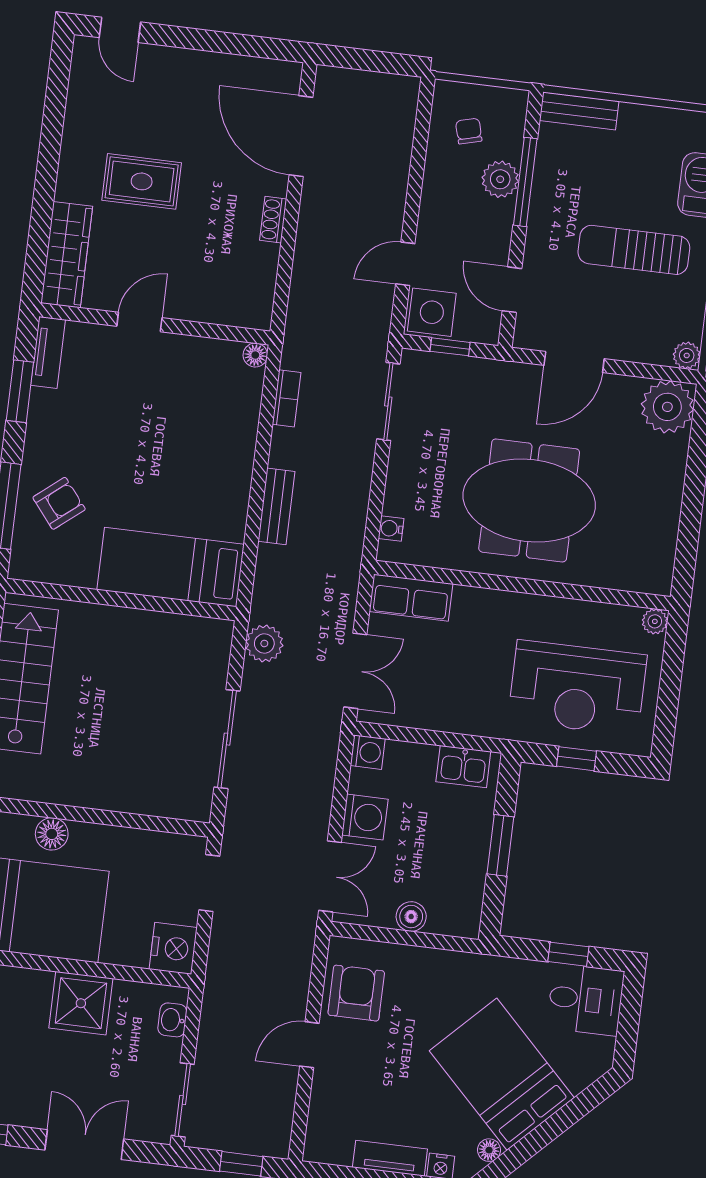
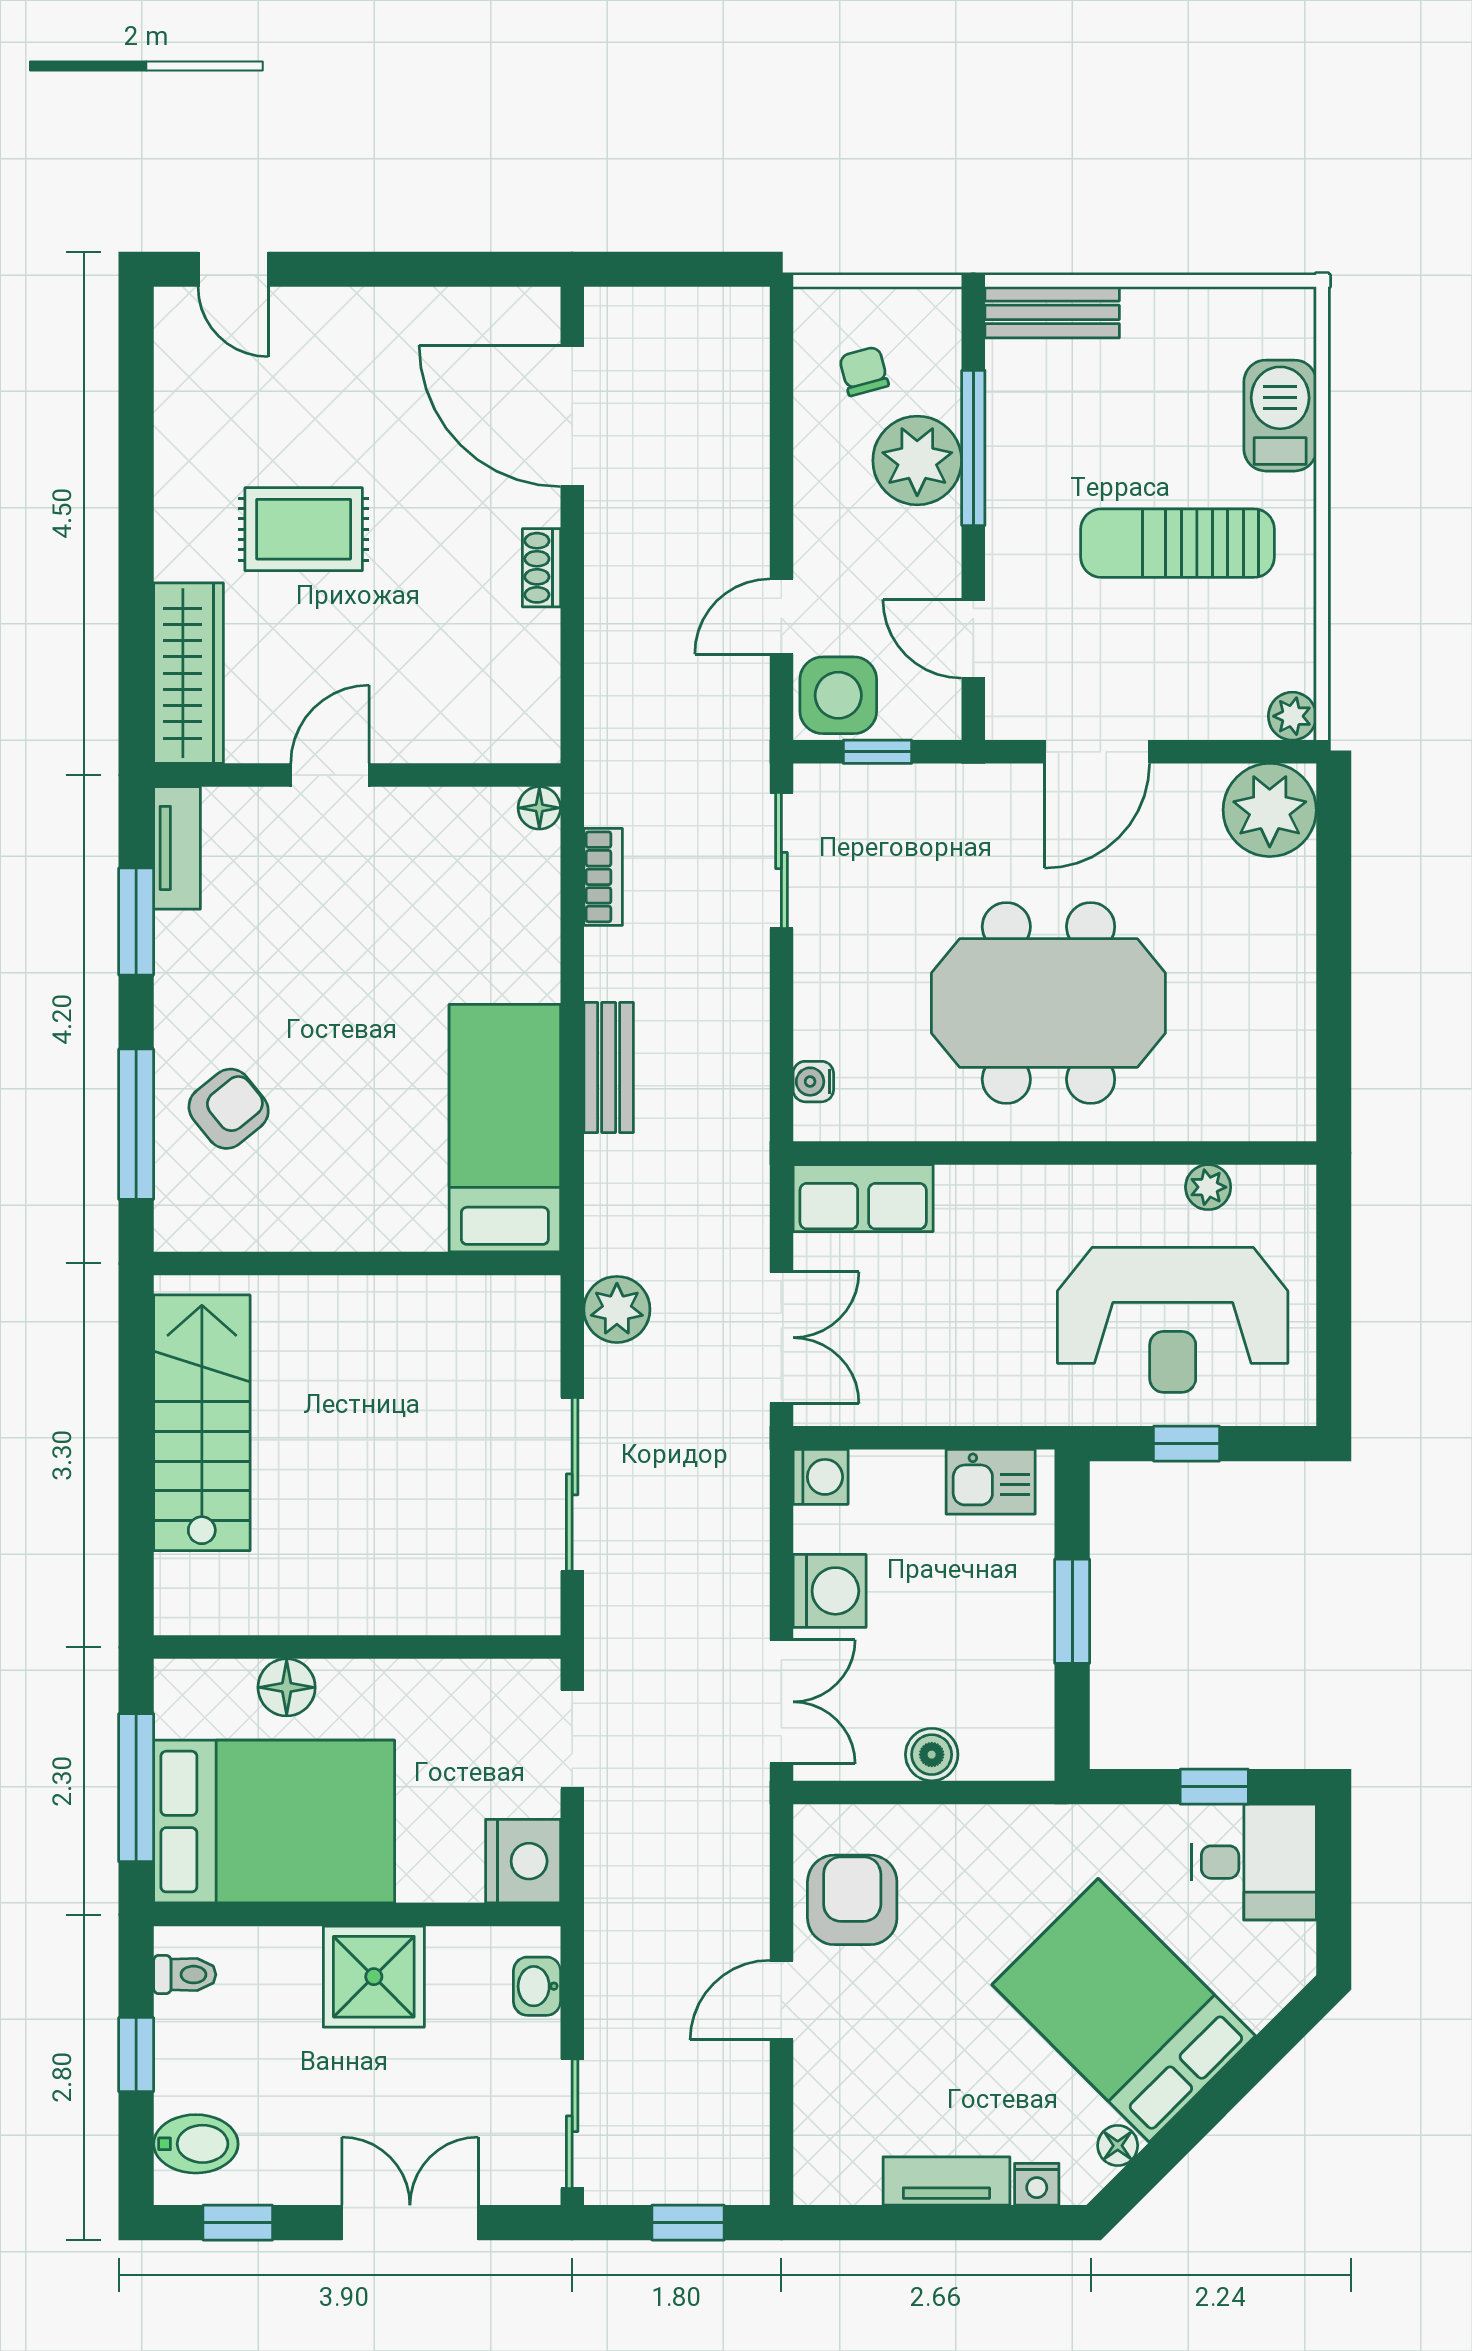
plant: (500, 179) -> (917, 460), width x1.36, depth x1.36
bed: (171, 567) -> (505, 1128), moved, turned 90
plant: (655, 621) -> (1208, 1187), moved

